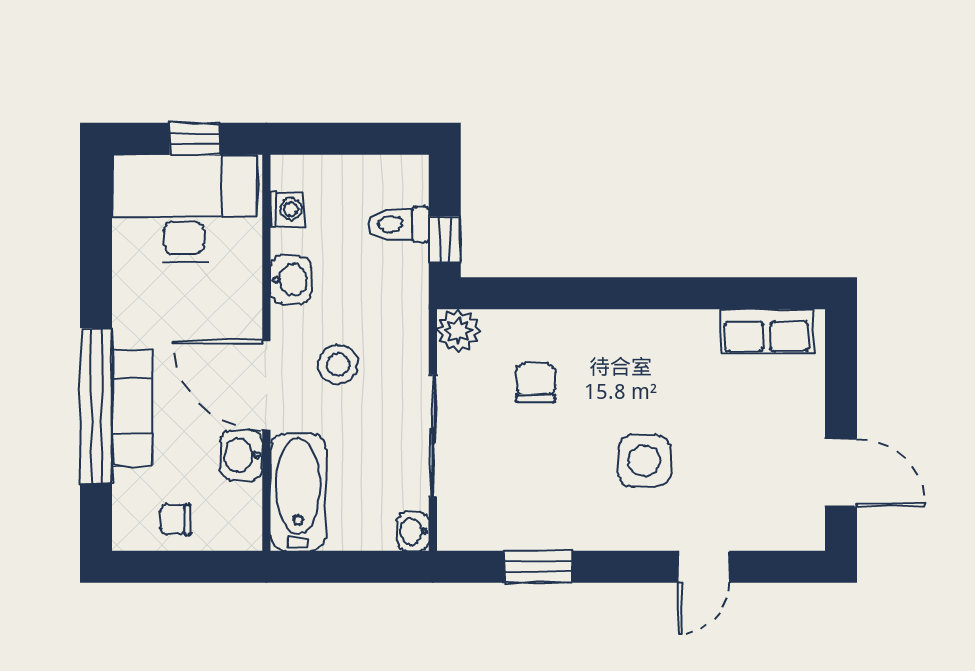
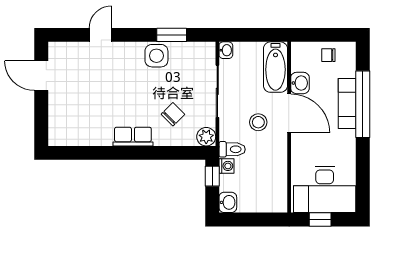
washing machine: (287, 209) -> (226, 166), moved, turned 180
toilet: (399, 224) -> (232, 149), moved
washbasin: (291, 280) -> (228, 202), moved, turned 180
row of seats: (767, 331) -> (133, 137), moved
chair: (535, 383) -> (173, 114), turned -135
side table: (644, 461) -> (156, 56), moved
chair: (175, 520) -> (328, 55), turned 180

